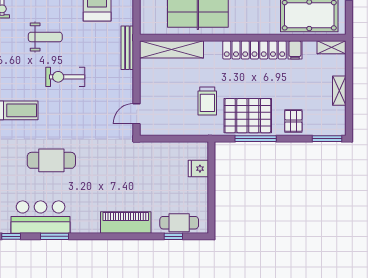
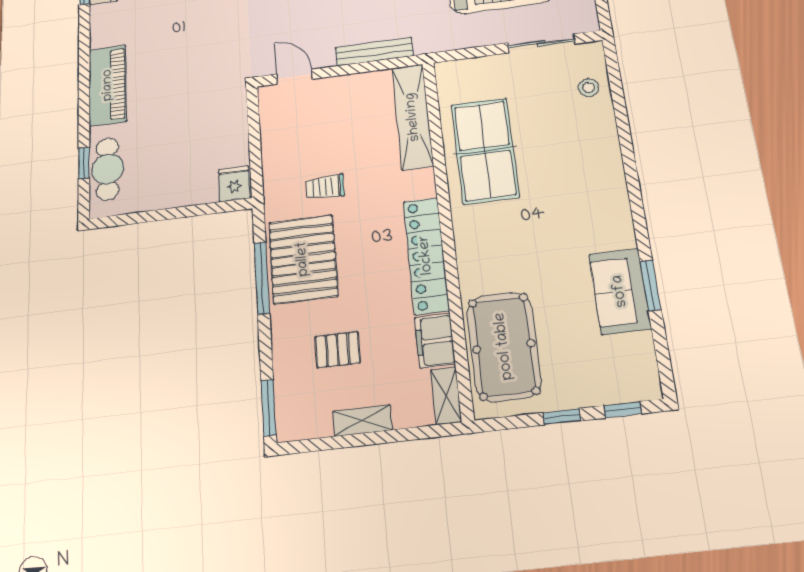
bench: (127, 48) -> (374, 52), moved
filing cabinet: (295, 50) -> (435, 341), width x2.00
trolley: (207, 101) -> (325, 187), width x0.73, depth x0.72
pallet: (293, 121) -> (338, 350), moved
fridge: (198, 169) -> (234, 184), moved

